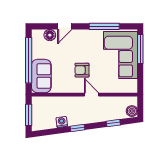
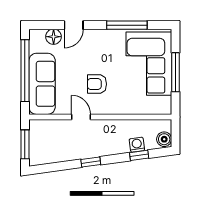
window: (140, 49) -> (176, 72), moved
sofa: (41, 76) -> (42, 84), width x1.36
door: (92, 95) -> (81, 117), moved
washing machine: (62, 122) -> (137, 145), moved

